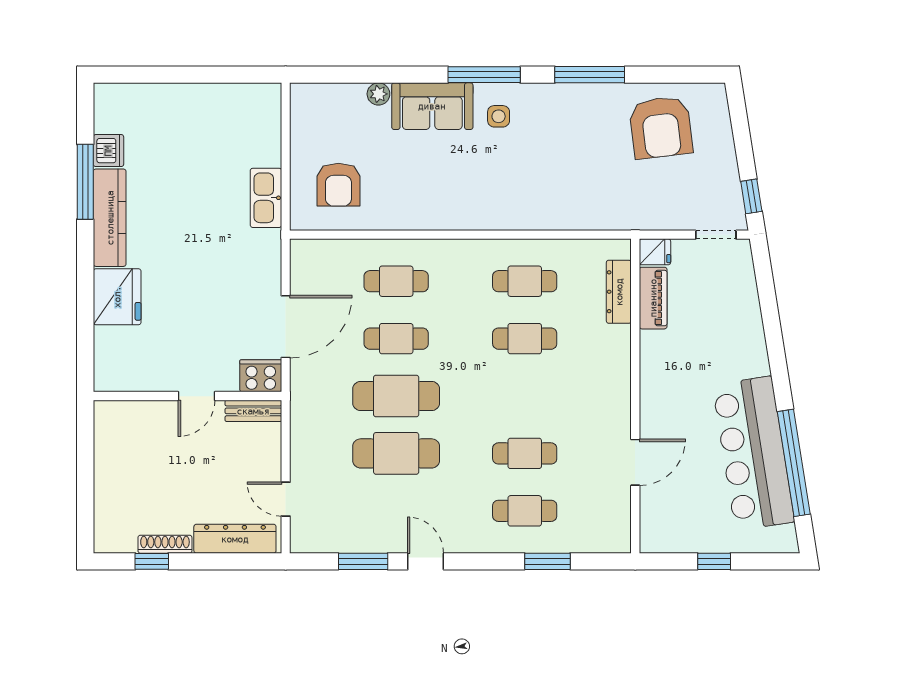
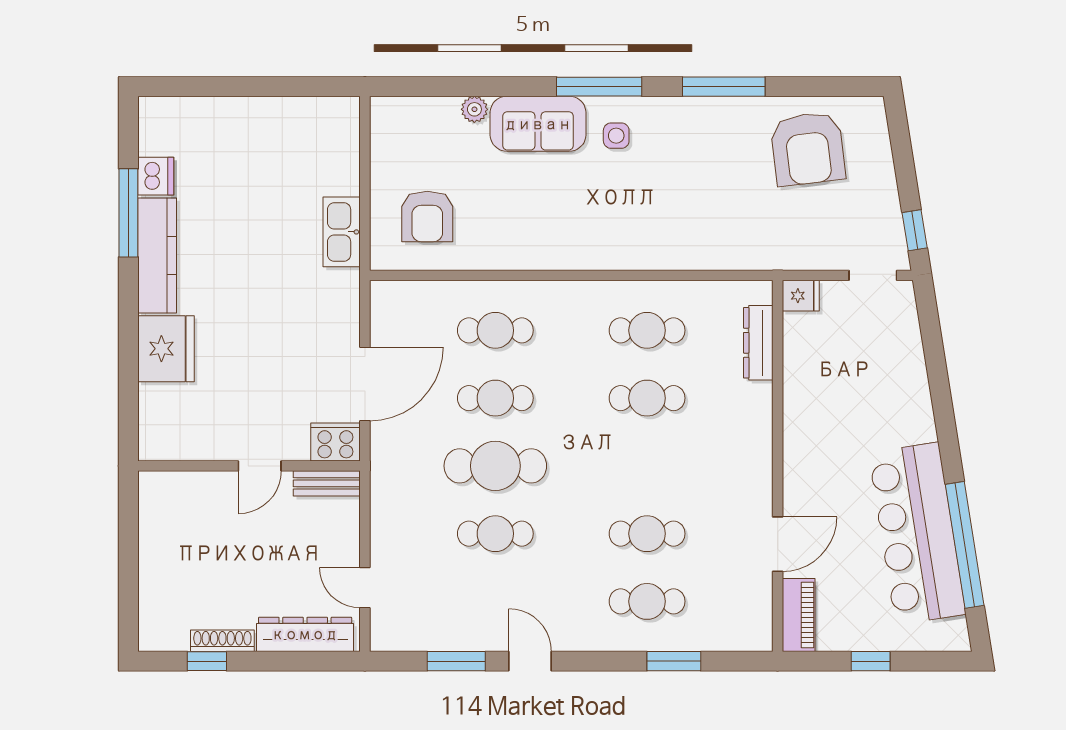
piano: (653, 298) -> (799, 615), moved
cafe table: (396, 453) -> (495, 534), width x0.73, depth x0.74

